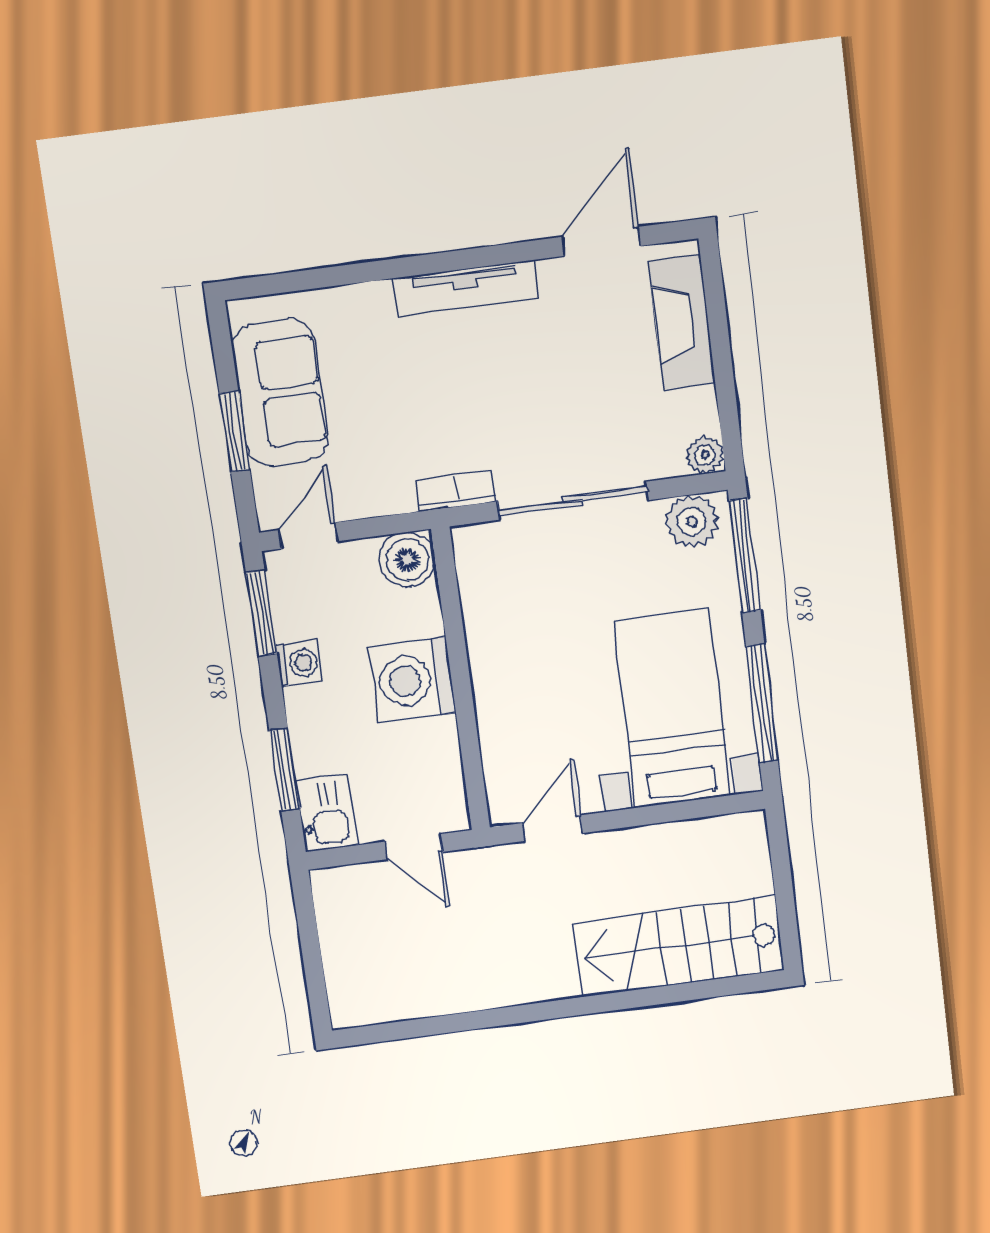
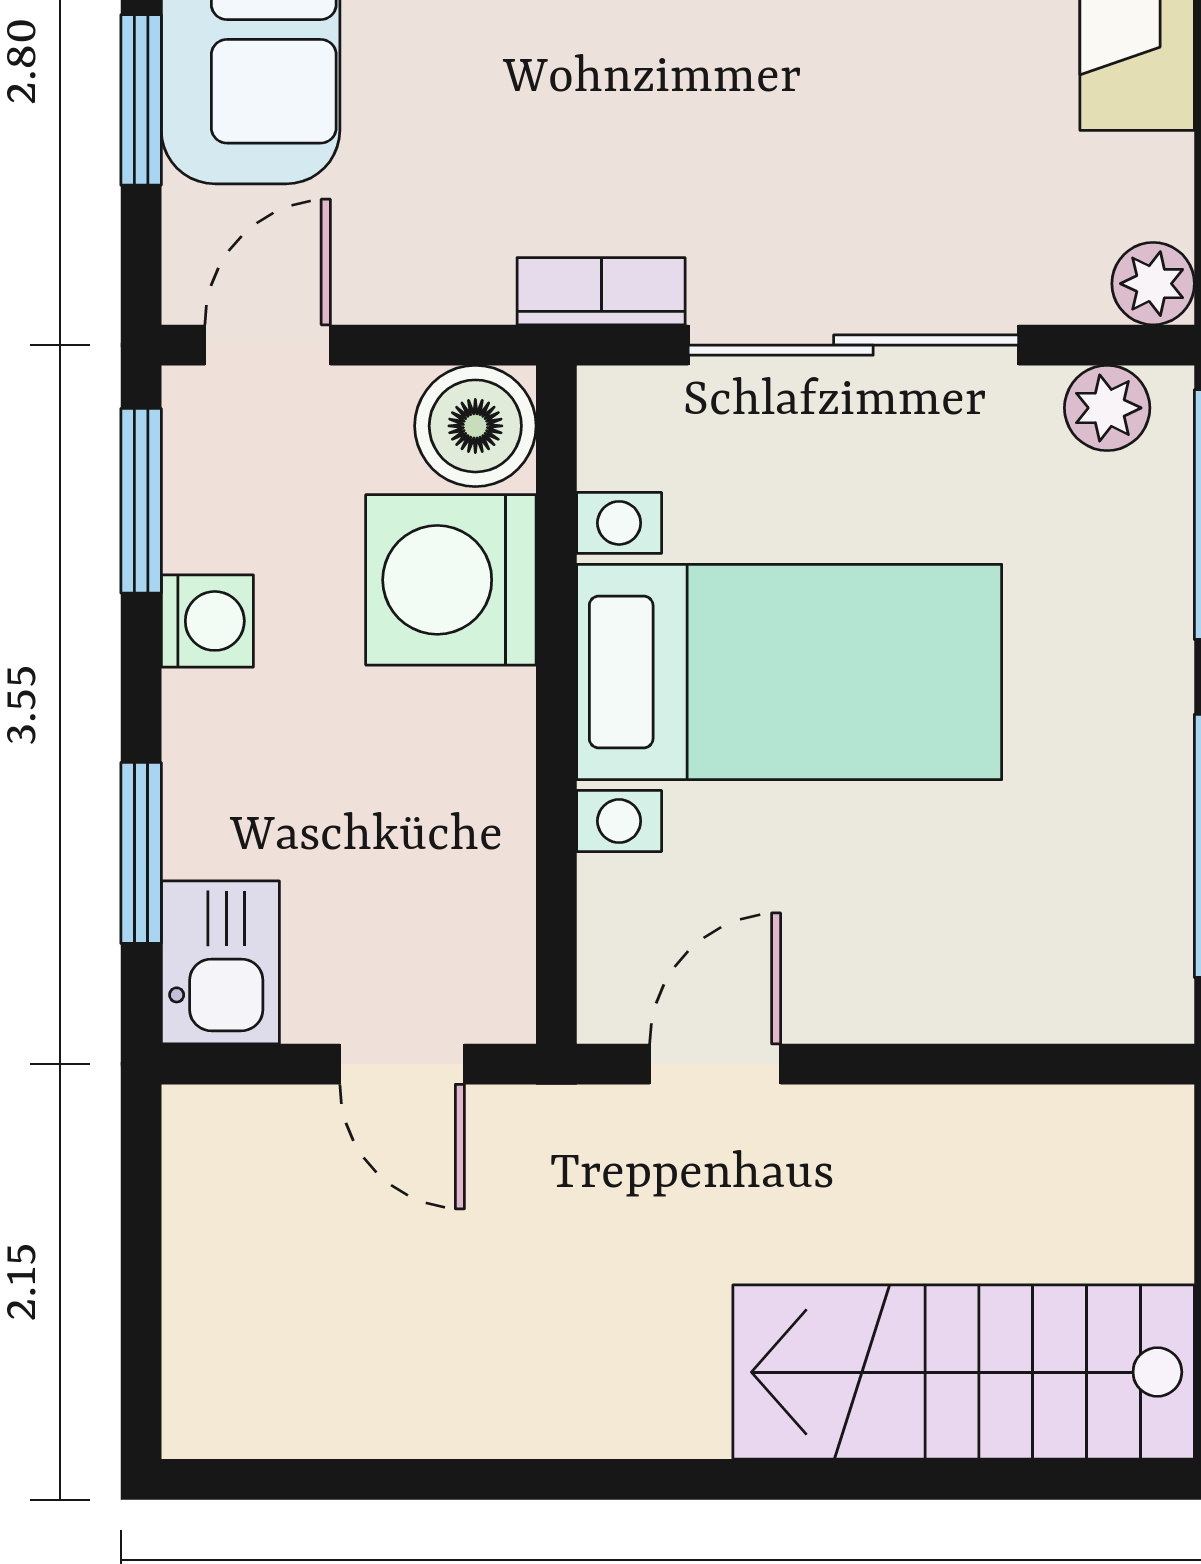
plant: (692, 521) -> (1107, 408), width x0.73, depth x0.73
washing machine: (413, 680) -> (451, 580), moved
bed with nightstands: (672, 708) -> (789, 672), moved, turned 90

